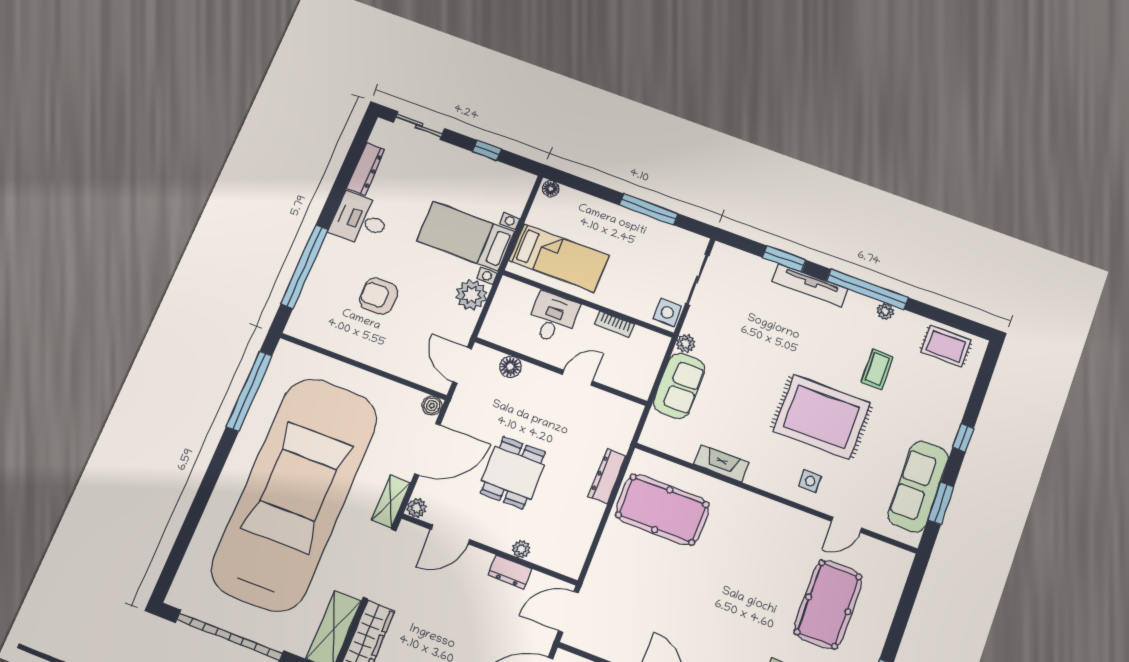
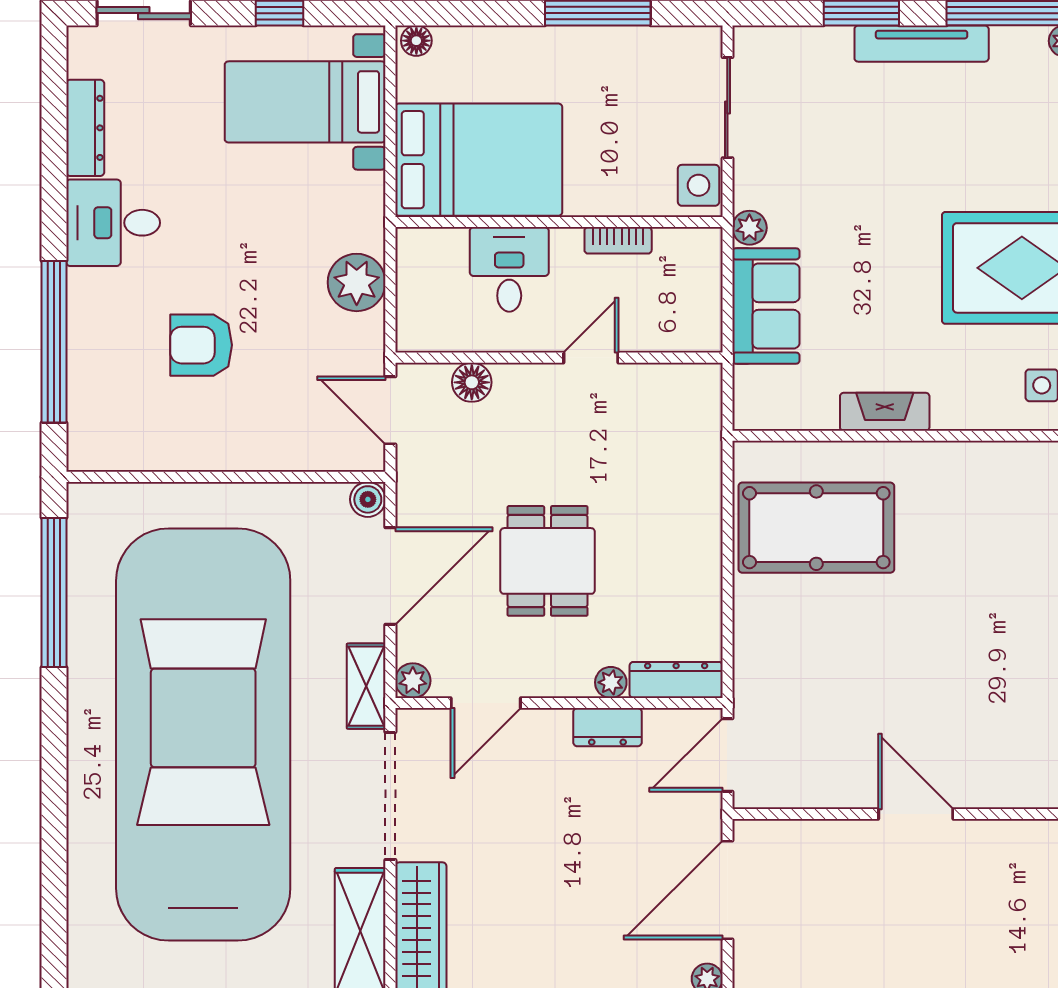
bed with nightstands: (466, 236) -> (305, 102), moved
bed: (559, 258) -> (479, 160), width x1.50
dresser: (607, 476) -> (676, 680), moved, turned 90

